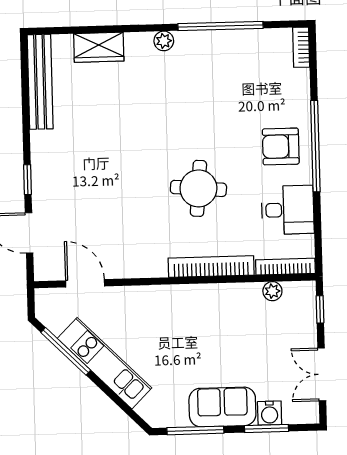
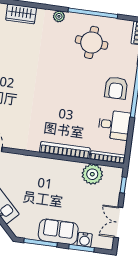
armchair: (281, 146) -> (116, 88), turned -90
round table: (198, 188) -> (92, 42), moved
plant: (272, 291) -> (92, 174), width x1.88, depth x1.88

